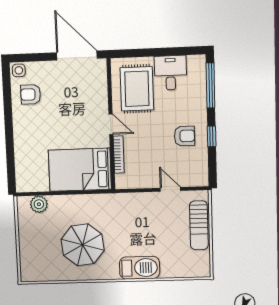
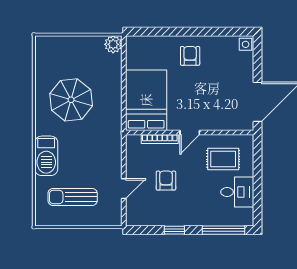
rug: (137, 89) -> (223, 159), width x0.73, depth x0.70
armchair: (31, 94) -> (190, 56), moved
armchair: (184, 136) -> (166, 181), moved, turned 180
plant: (39, 204) -> (113, 44), moved
sun lounger: (199, 225) -> (73, 197), moved

